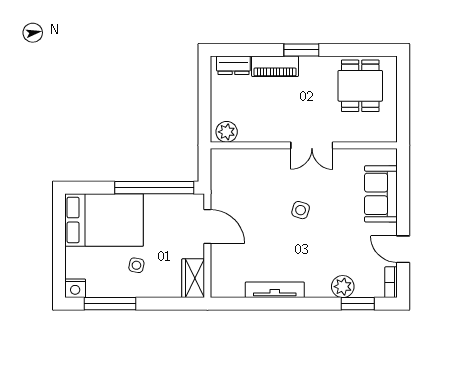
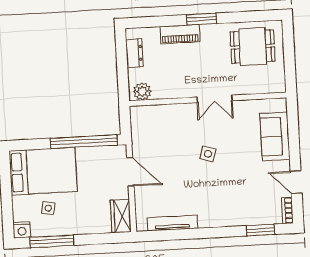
dresser: (233, 65) -> (134, 53), moved, turned -90
dining table: (360, 86) -> (253, 47), turned 90
side table: (136, 265) -> (48, 208), moved
plant: (343, 287) -> (247, 216), removed
tv unit: (275, 290) -> (172, 223), moved

